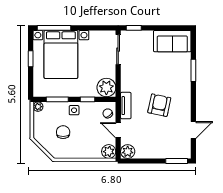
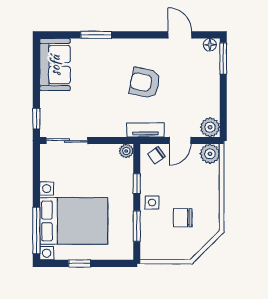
plant: (106, 88) -> (126, 151), width x0.53, depth x0.53
plant: (38, 107) -> (147, 253), removed
floor lamp: (186, 151) -> (210, 45), added

